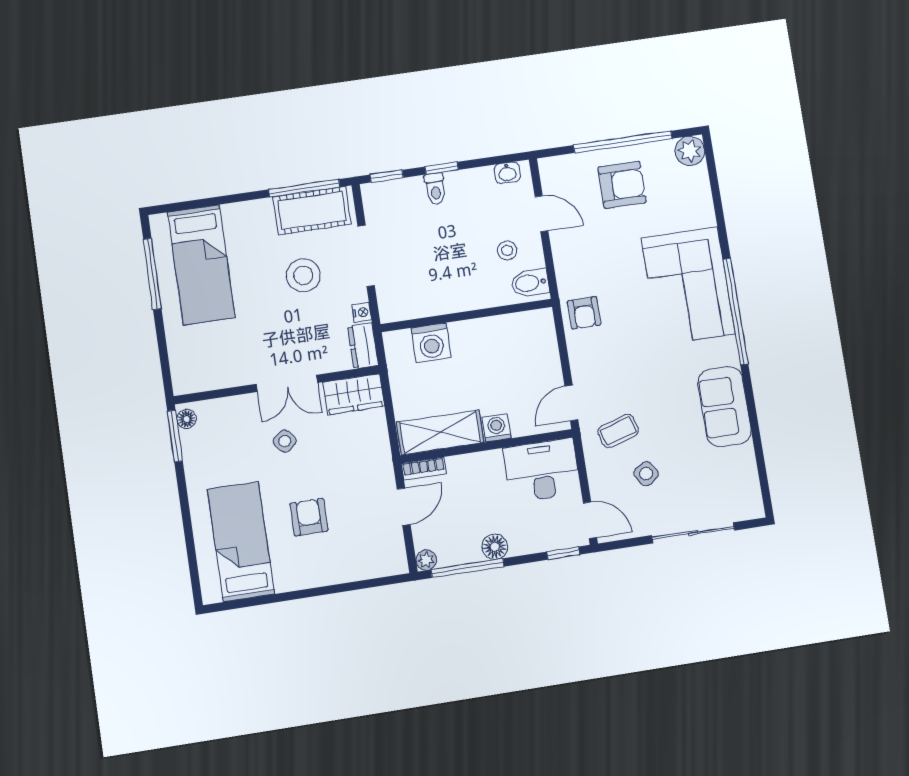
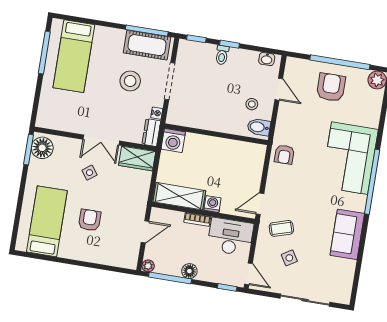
armchair: (622, 185) -> (331, 87), turned -90
washing machine: (431, 343) -> (173, 140), moved
floor lamp: (187, 419) -> (42, 148), width x1.89, depth x1.89
bookcase: (424, 469) -> (197, 219), moved

